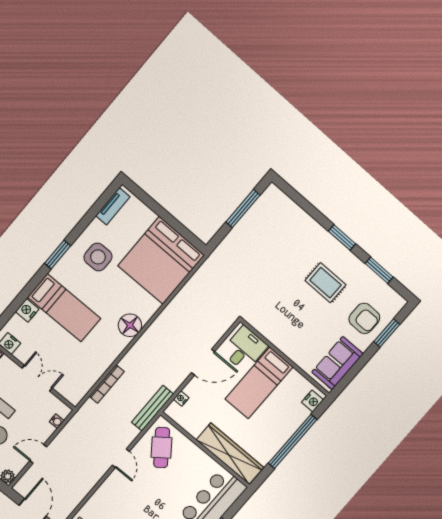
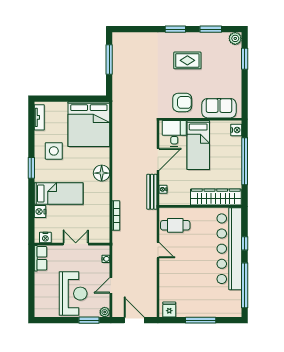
plant: (396, 303) -> (235, 38), added
armchair: (364, 318) -> (182, 102), moved
sofa: (337, 363) -> (219, 108), moved, turned 90
bench: (153, 408) -> (152, 192), moved
cafe table: (162, 447) -> (175, 225), turned -53

